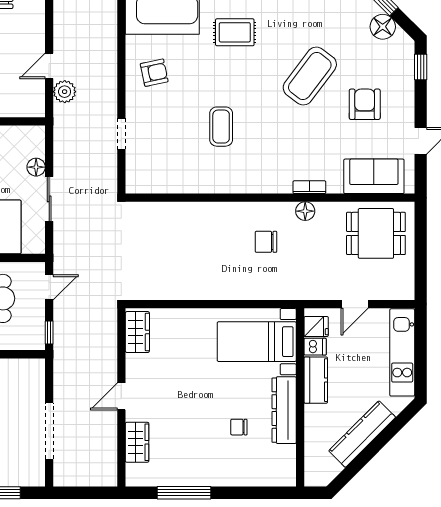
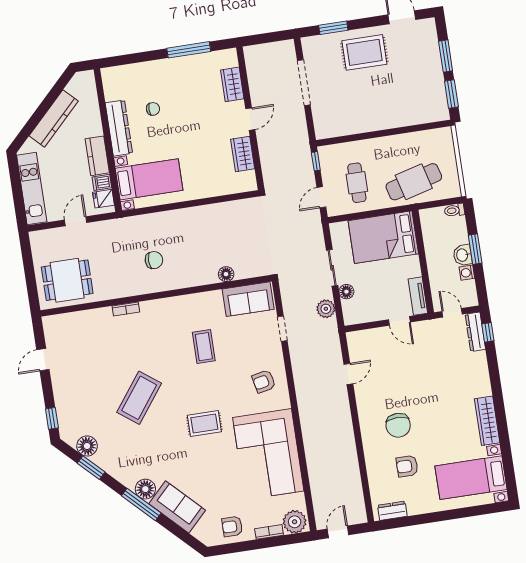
plant: (65, 92) -> (326, 309), moved
armchair: (365, 104) -> (92, 382), removed
sofa: (374, 176) -> (248, 299), moved
floor lamp: (305, 211) -> (226, 274), moved
wardrobe: (137, 332) -> (243, 154), moved

